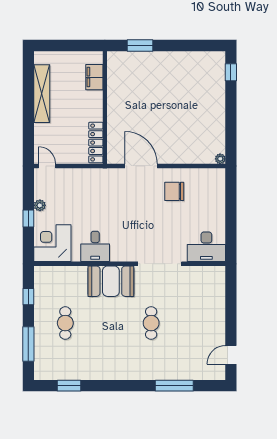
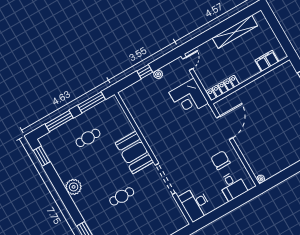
corner desk: (52, 243) -> (189, 98), moved, turned 180
desk: (95, 246) -> (232, 186), moved, turned -90
window: (28, 297) -> (92, 102), width x2.17
plant: (110, 370) -> (74, 187), added
window: (69, 386) -> (42, 156), moved

